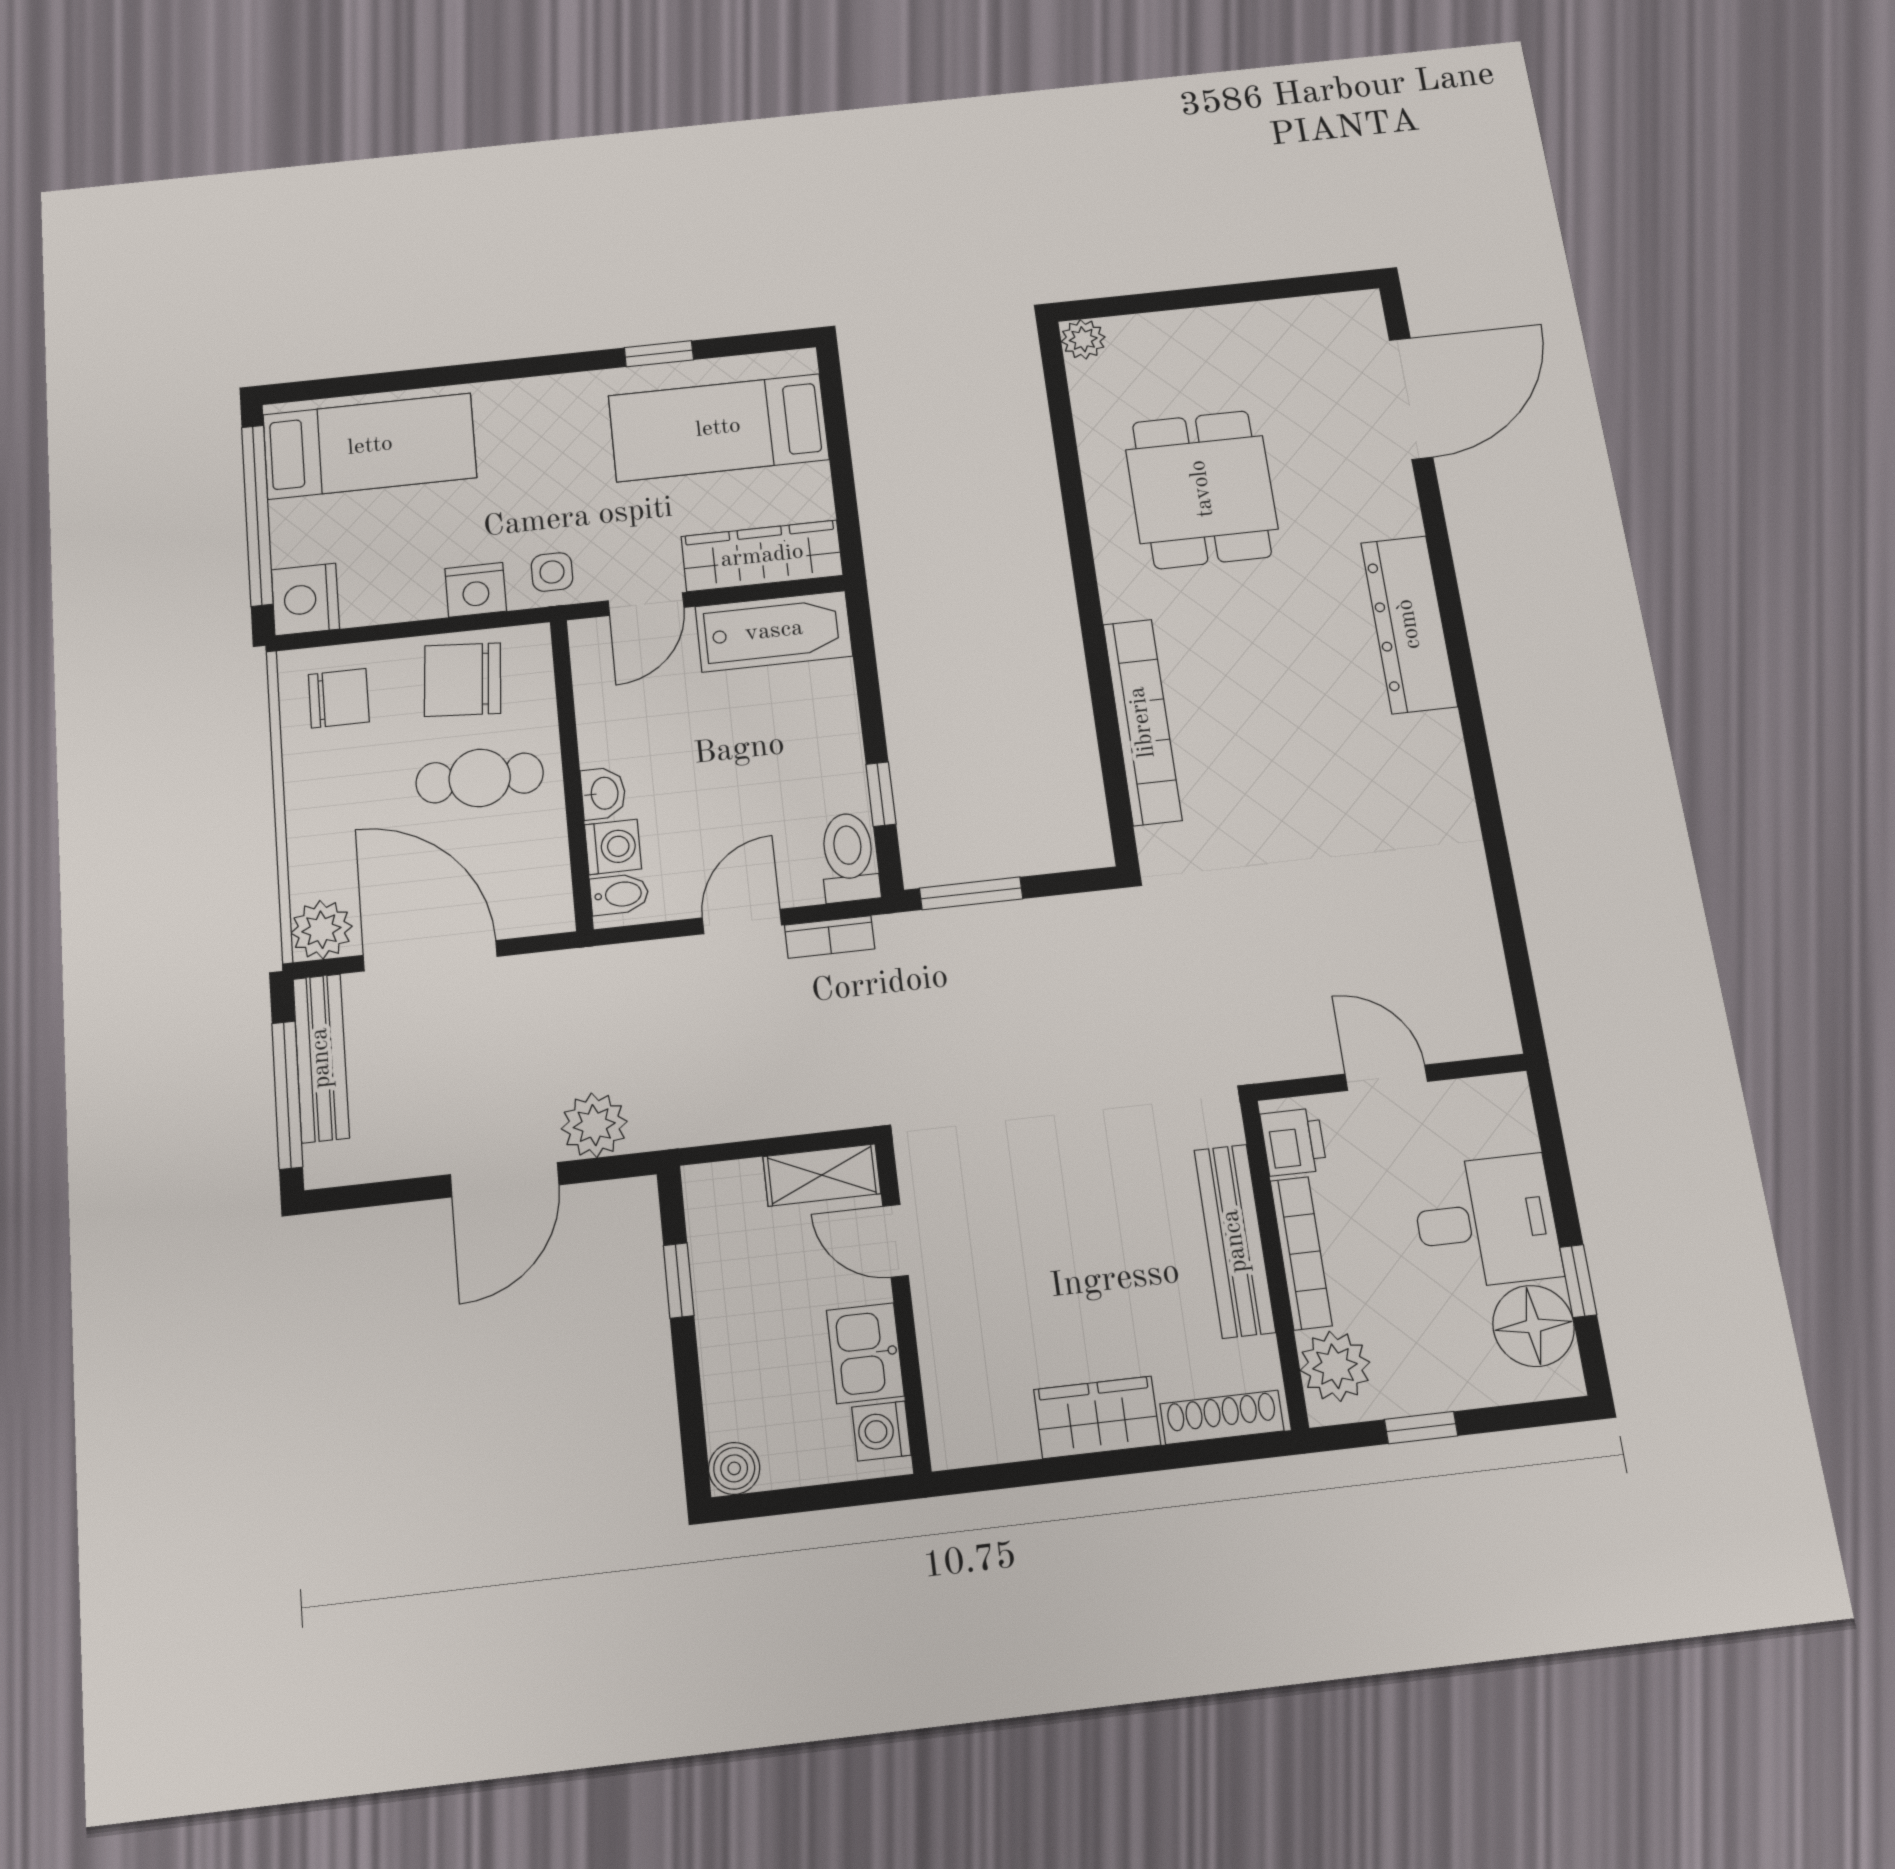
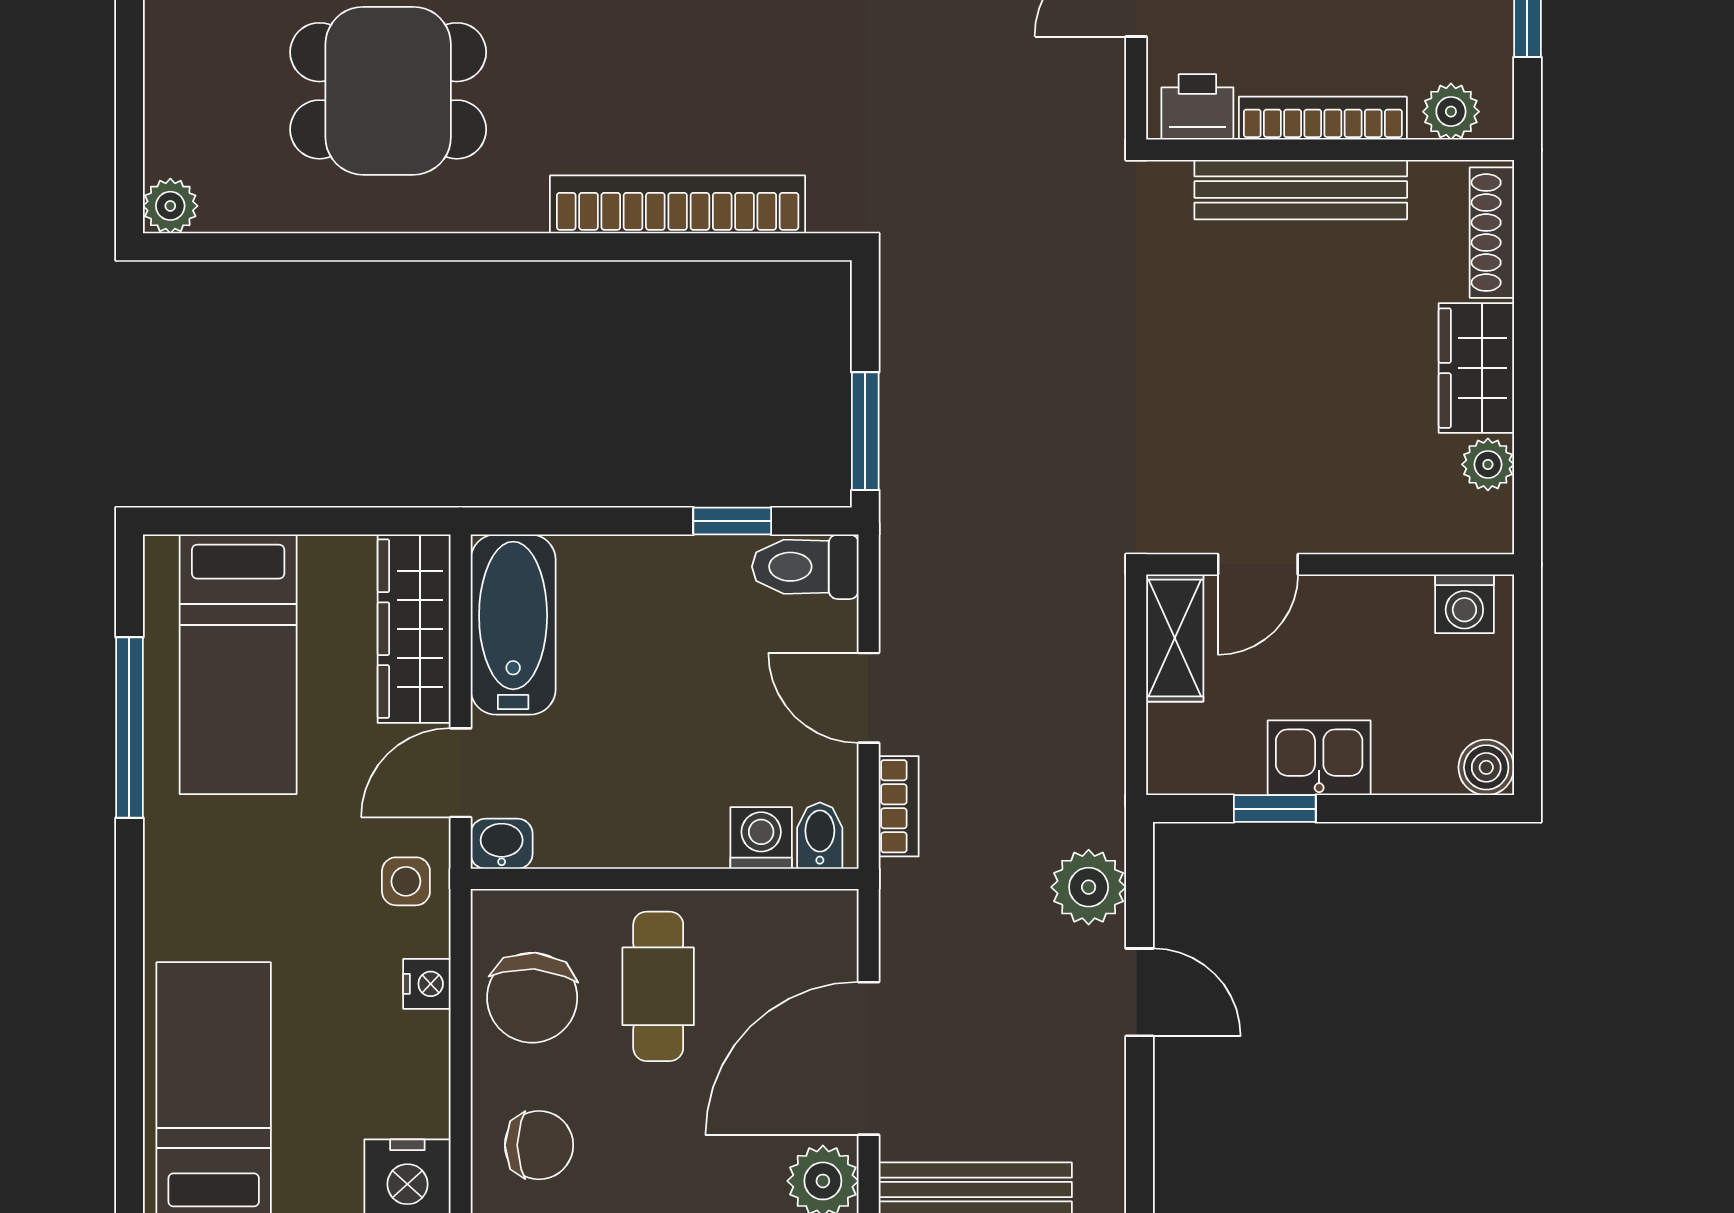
window: (659, 354) -> (129, 727), width x2.17
nightstand: (476, 590) -> (427, 984), width x0.72, depth x0.74
door: (646, 604) -> (461, 773), swing flipped
chair: (339, 698) -> (539, 1145), turned 90
washbasin: (603, 793) -> (502, 844), moved
bookcase: (830, 937) -> (899, 806), moved
door: (505, 1180) -> (1139, 992), width x0.73
kitchen sink: (865, 1353) -> (1319, 758), moved, turned 180
plant: (1335, 1366) -> (1451, 112), width x0.73, depth x0.73
plant: (1011, 1438) -> (1488, 464), added

